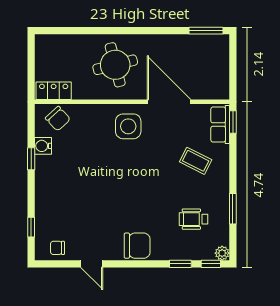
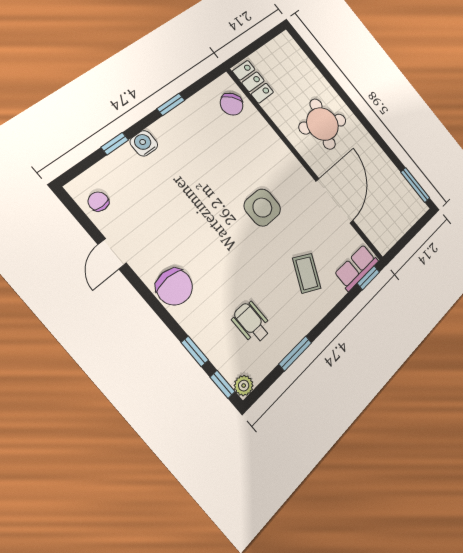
round table: (115, 65) -> (323, 124), turned 37
side table: (128, 126) -> (262, 208), moved
water cooler: (43, 146) -> (144, 143), moved
window: (31, 227) -> (115, 144), moved

